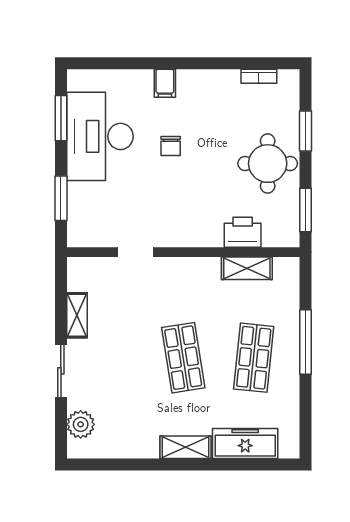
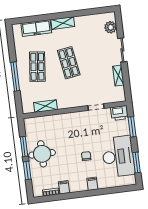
filing cabinet: (228, 83) -> (64, 187), added
window: (306, 210) -> (24, 146), moved
printer: (243, 232) -> (119, 113), moved

